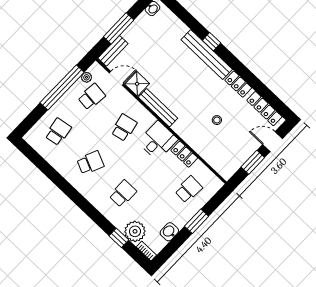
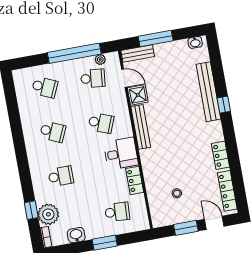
bench: (207, 55) -> (208, 92), moved
stool: (217, 120) -> (177, 193), moved
school desk: (124, 128) -> (101, 123), turned 33
school desk: (58, 132) -> (45, 87), turned 33

